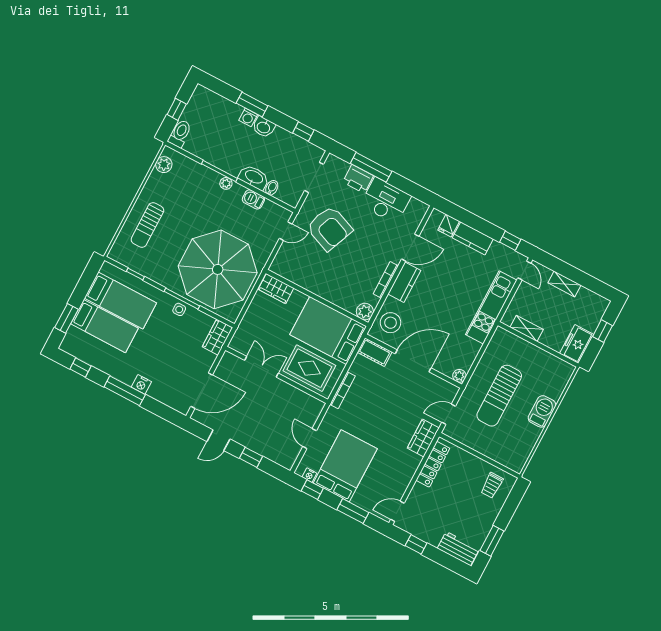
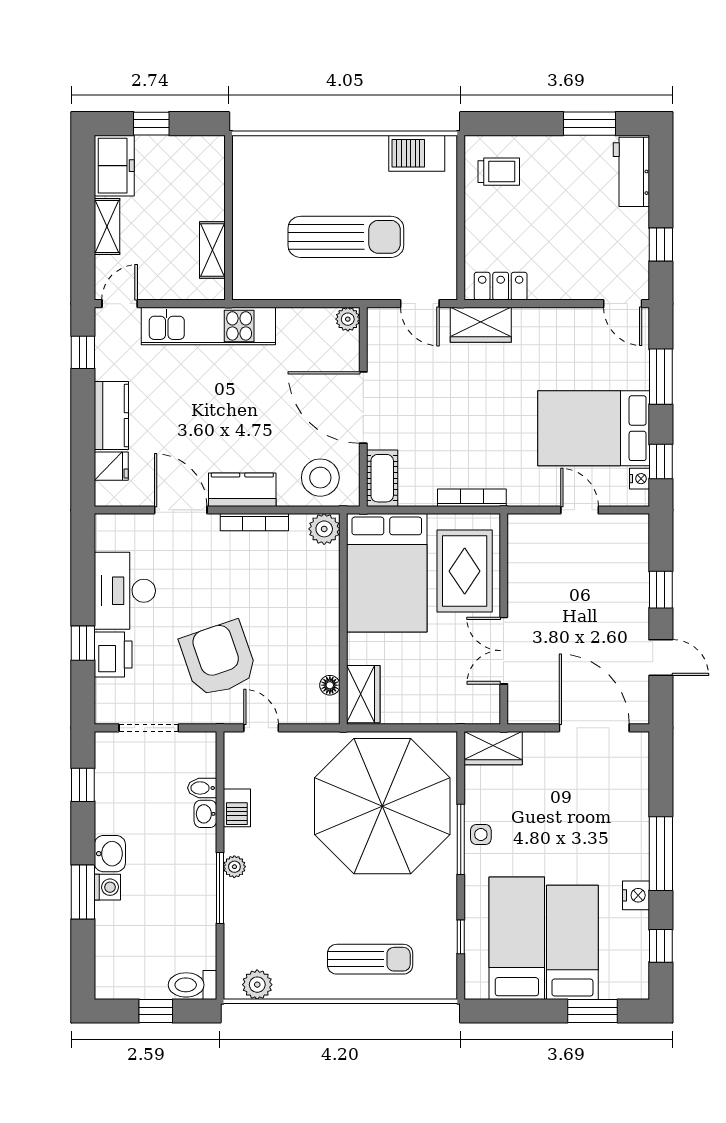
window: (371, 167) -> (83, 643), width x0.46
washbasin: (254, 177) -> (205, 814), width x0.52, depth x0.69
armchair: (329, 228) -> (219, 659), turned -41
floor lamp: (289, 275) -> (330, 685), added
freezer: (577, 344) -> (114, 166), moved, turned -90
nightstand: (141, 384) -> (636, 895), moved
barbecue: (542, 411) -> (417, 153), moved
door: (310, 439) -> (580, 510), swing flipped
locker: (433, 464) -> (501, 286), width x0.66

